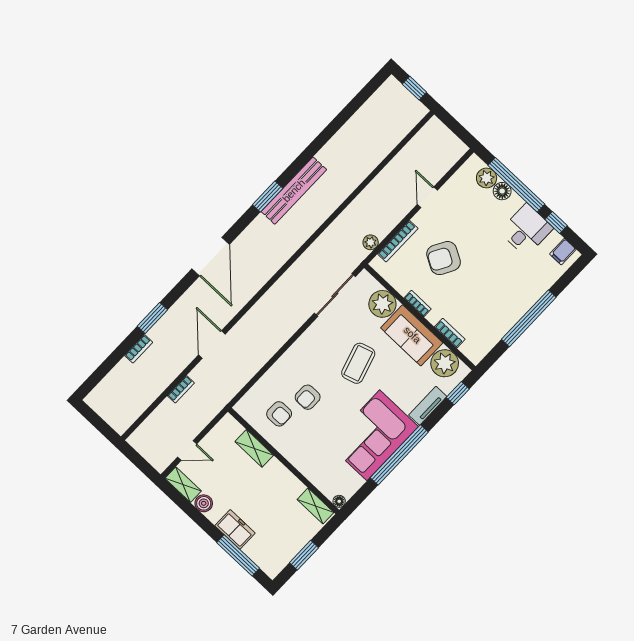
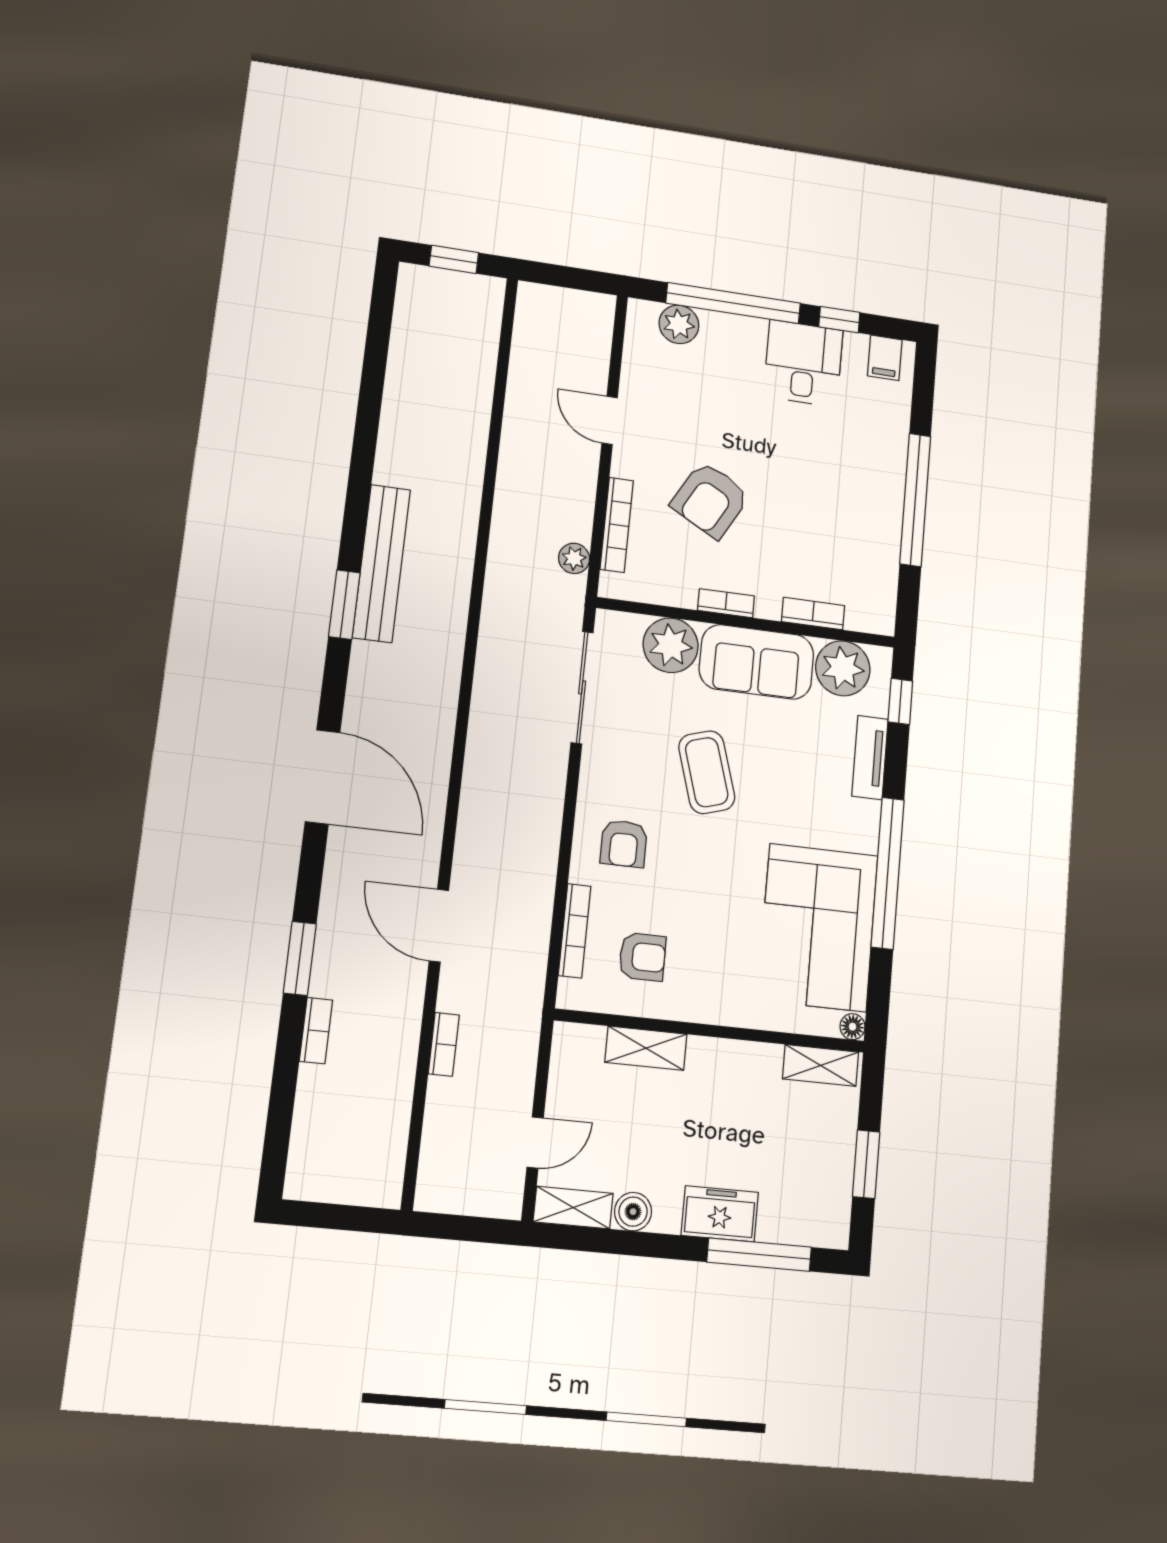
floor lamp: (502, 191) -> (719, 328), removed
bookcase: (261, 385) -> (575, 931), added
armchair: (308, 397) -> (624, 844), moved
corner sofa: (373, 435) -> (818, 927), moved

